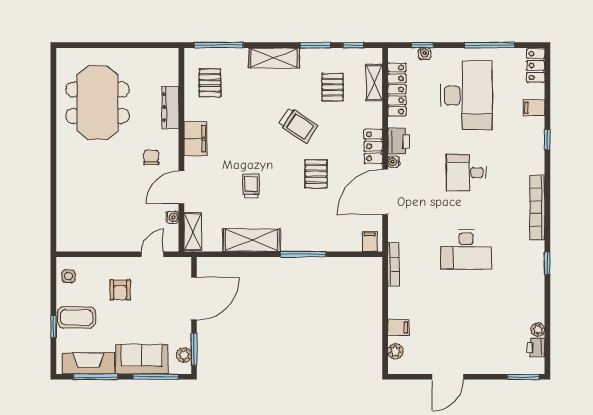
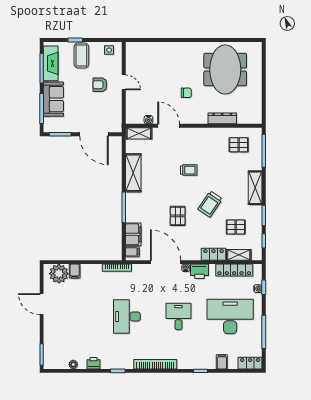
desk: (466, 95) -> (230, 316), turned 180
meeting table: (97, 103) -> (225, 69), turned 90
filing cabinet: (196, 139) -> (133, 234), moved, turned -90
locker: (373, 146) -> (214, 254), moved
chair: (151, 157) -> (186, 93), moved
pallet: (316, 174) -> (178, 216), turned 90
trolley: (251, 186) -> (189, 170), moved
door: (153, 254) -> (124, 82), moved
printer: (536, 347) -> (93, 363), moved
plant: (395, 351) -> (59, 274), width x1.88, depth x1.88
plant: (184, 355) -> (56, 127), removed

